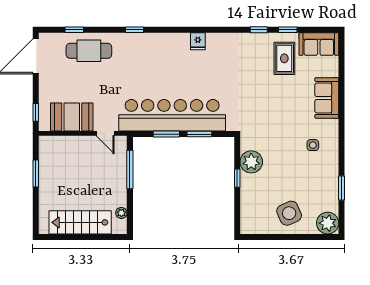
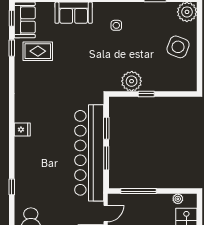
window: (259, 30) -> (12, 18), moved
side table: (289, 213) -> (178, 47), turned 45

